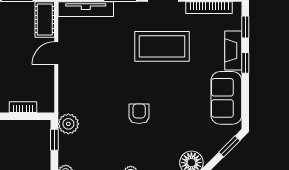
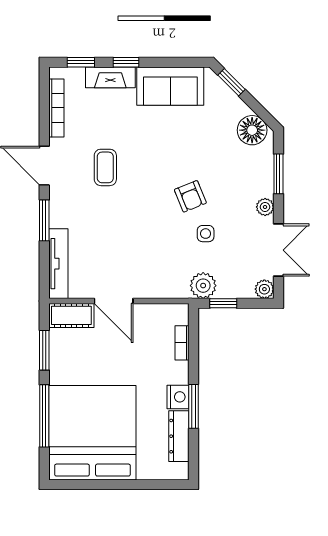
coffee table: (162, 46) -> (105, 167), width x0.54, depth x0.58
door: (56, 53) -> (114, 301), width x1.38
armchair: (139, 114) -> (190, 196), turned -112
side table: (110, 126) -> (206, 234), added

